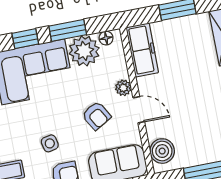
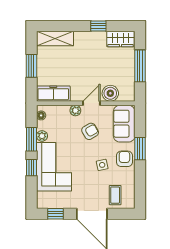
plant: (84, 51) -> (42, 136), width x0.53, depth x0.53
boiler: (162, 151) -> (110, 93), moved

